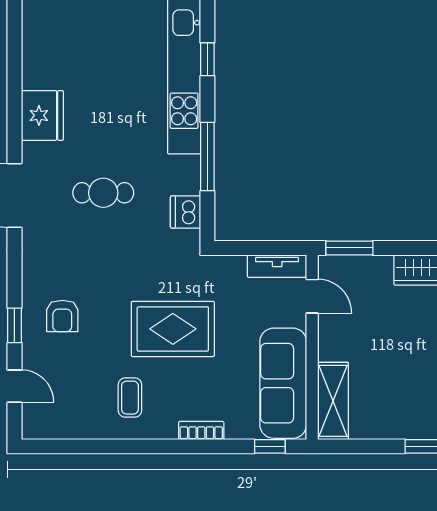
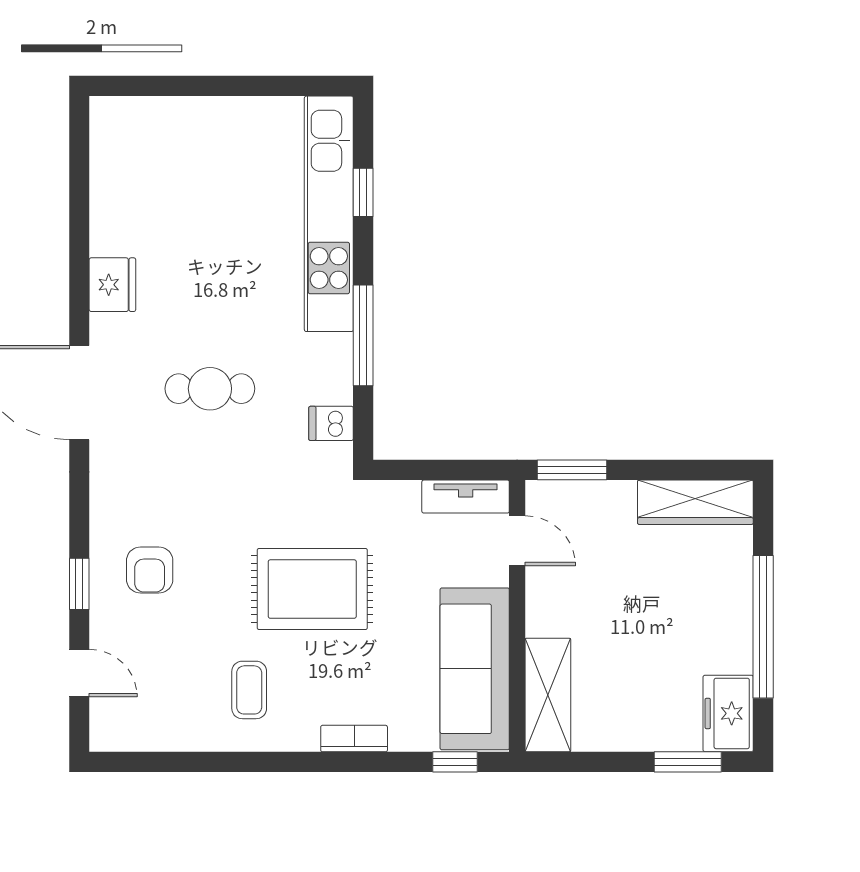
fridge: (42, 115) -> (112, 285), width x0.73, depth x0.75
dishwasher: (186, 212) -> (331, 423), width x0.73

